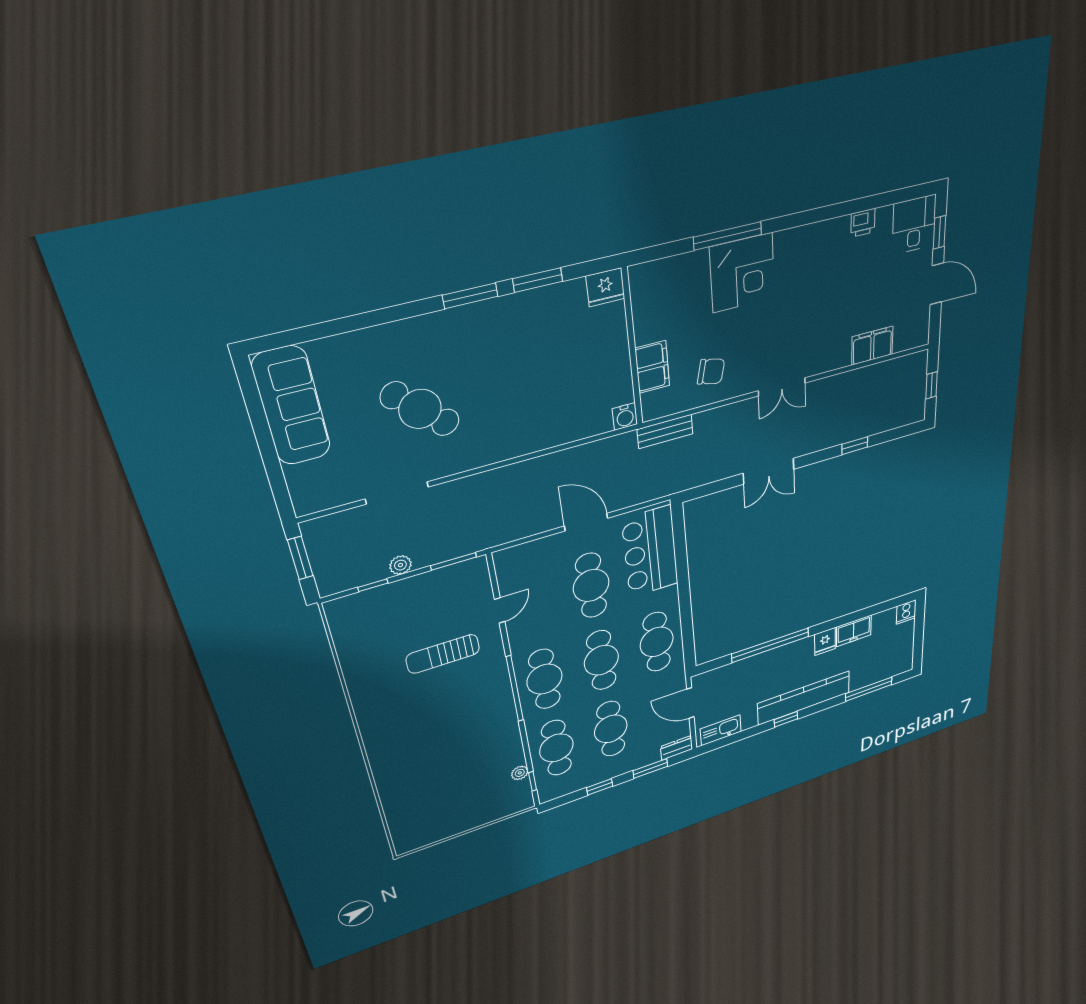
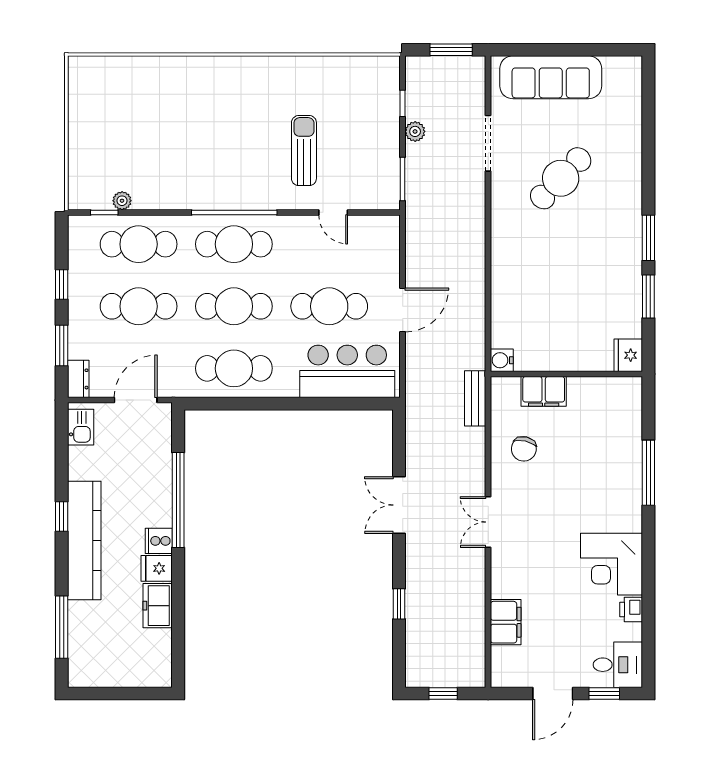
corner desk: (742, 273) -> (612, 564), moved
sofa: (292, 406) -> (551, 77), moved
cooker: (906, 612) -> (159, 541), moved
kitchen sink: (721, 730) -> (81, 427), width x0.73

